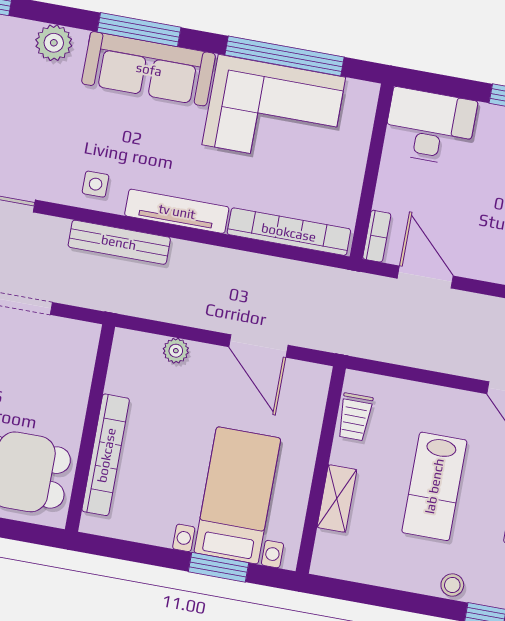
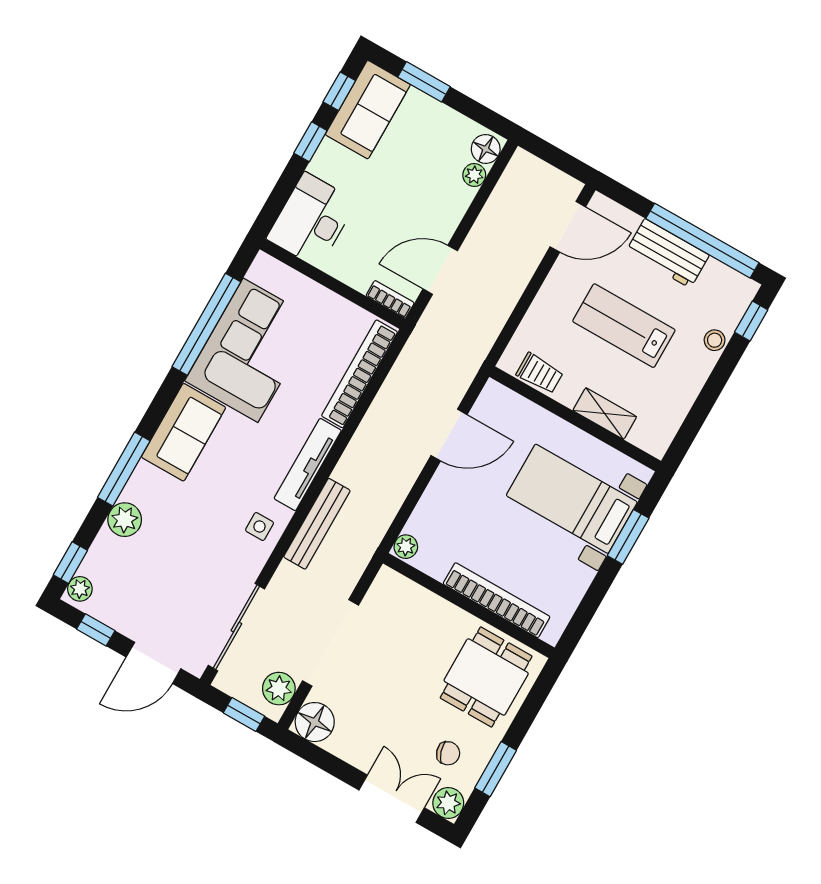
window: (139, 30) -> (124, 469), moved
sofa: (149, 69) -> (184, 432), width x0.73
plant: (176, 351) -> (406, 547), moved
lab bench: (434, 486) -> (624, 326), turned 180

